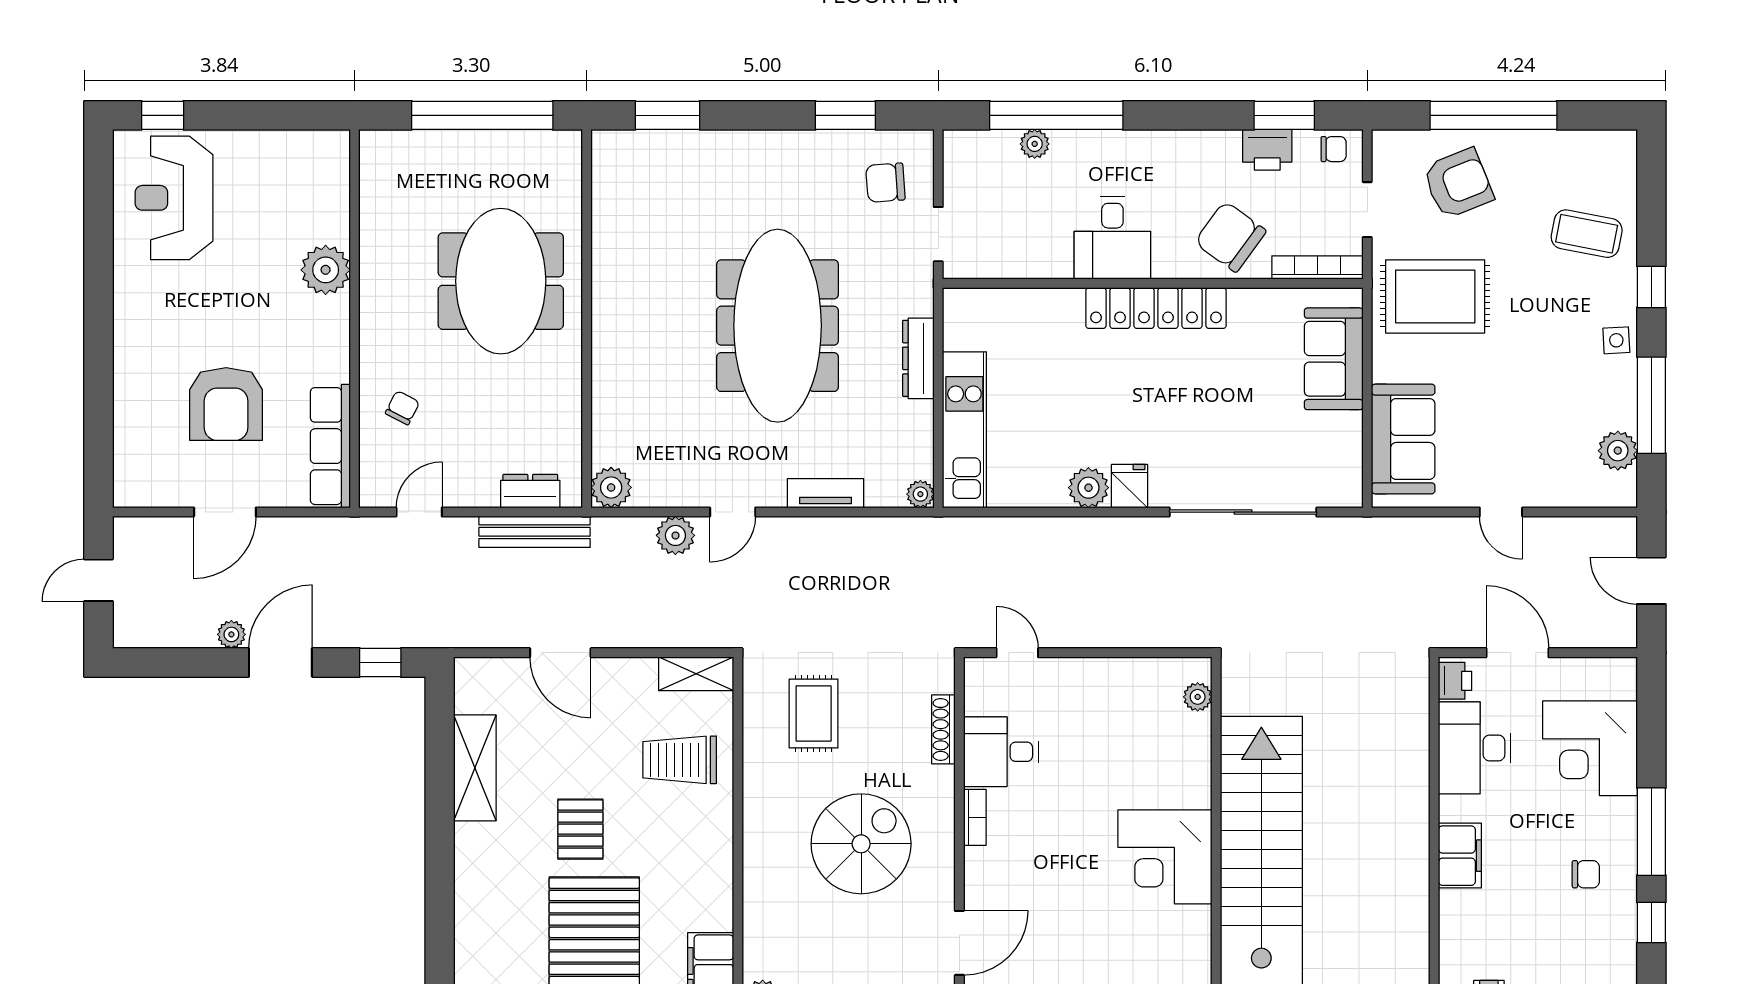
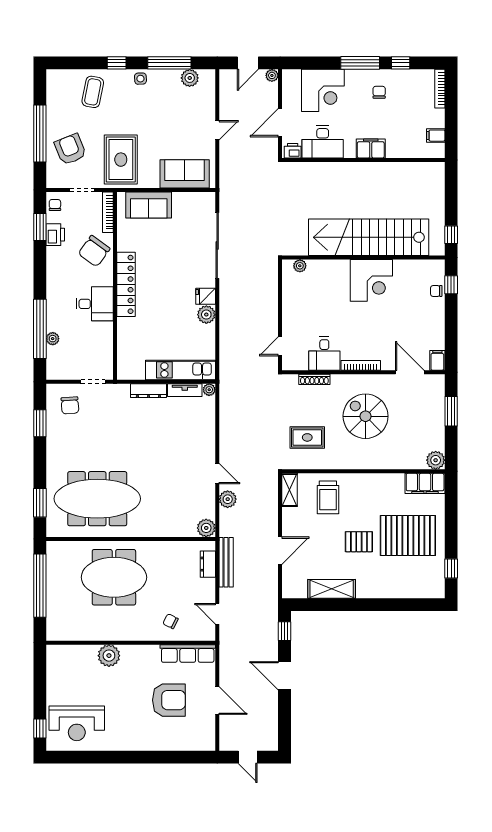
meeting table: (778, 326) -> (97, 499), moved
tv unit: (826, 493) -> (185, 390), moved, turned -90
plant: (231, 634) -> (272, 75), moved
bookcase: (975, 817) -> (361, 365), width x1.56

